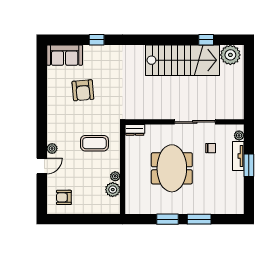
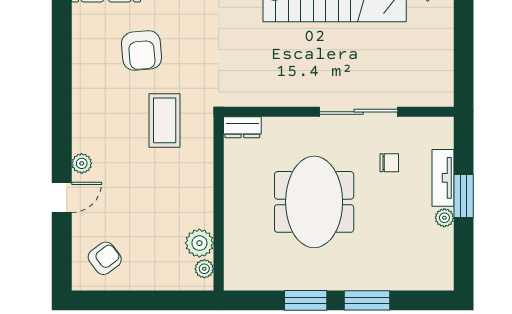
plant: (239, 135) -> (444, 218), moved
coffee table: (94, 143) -> (165, 120), moved, turned 90
plant: (115, 176) -> (204, 269), moved
armchair: (64, 197) -> (105, 258), turned 143

